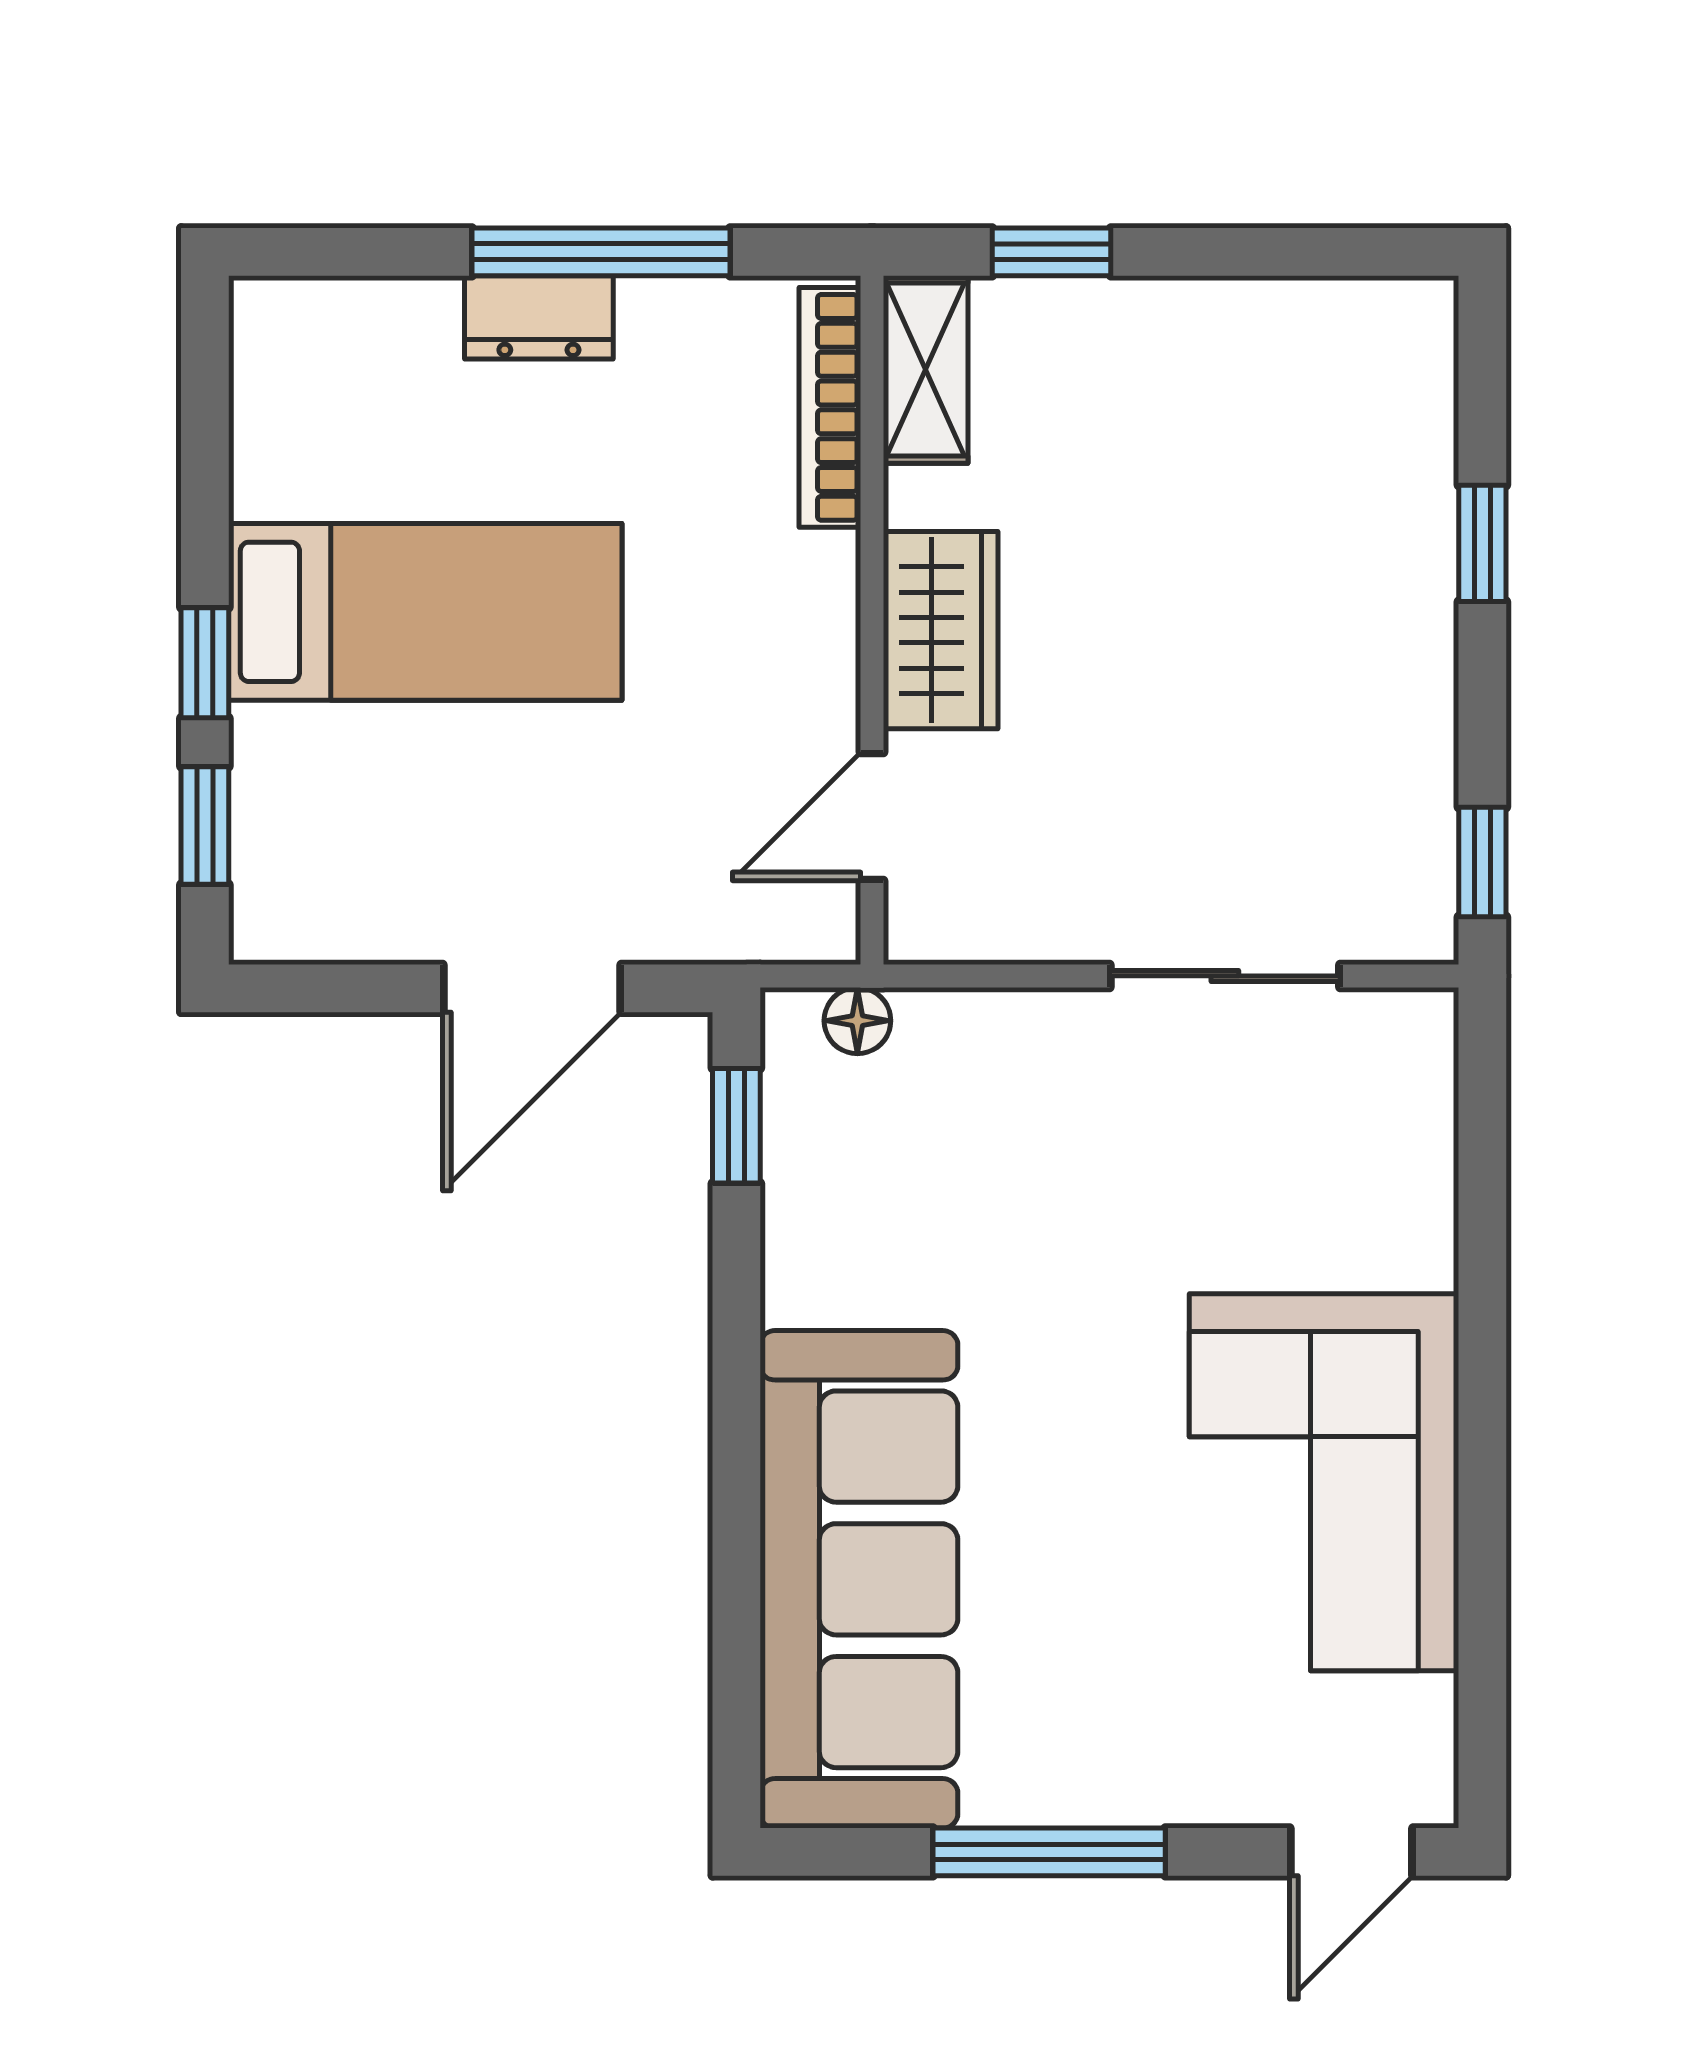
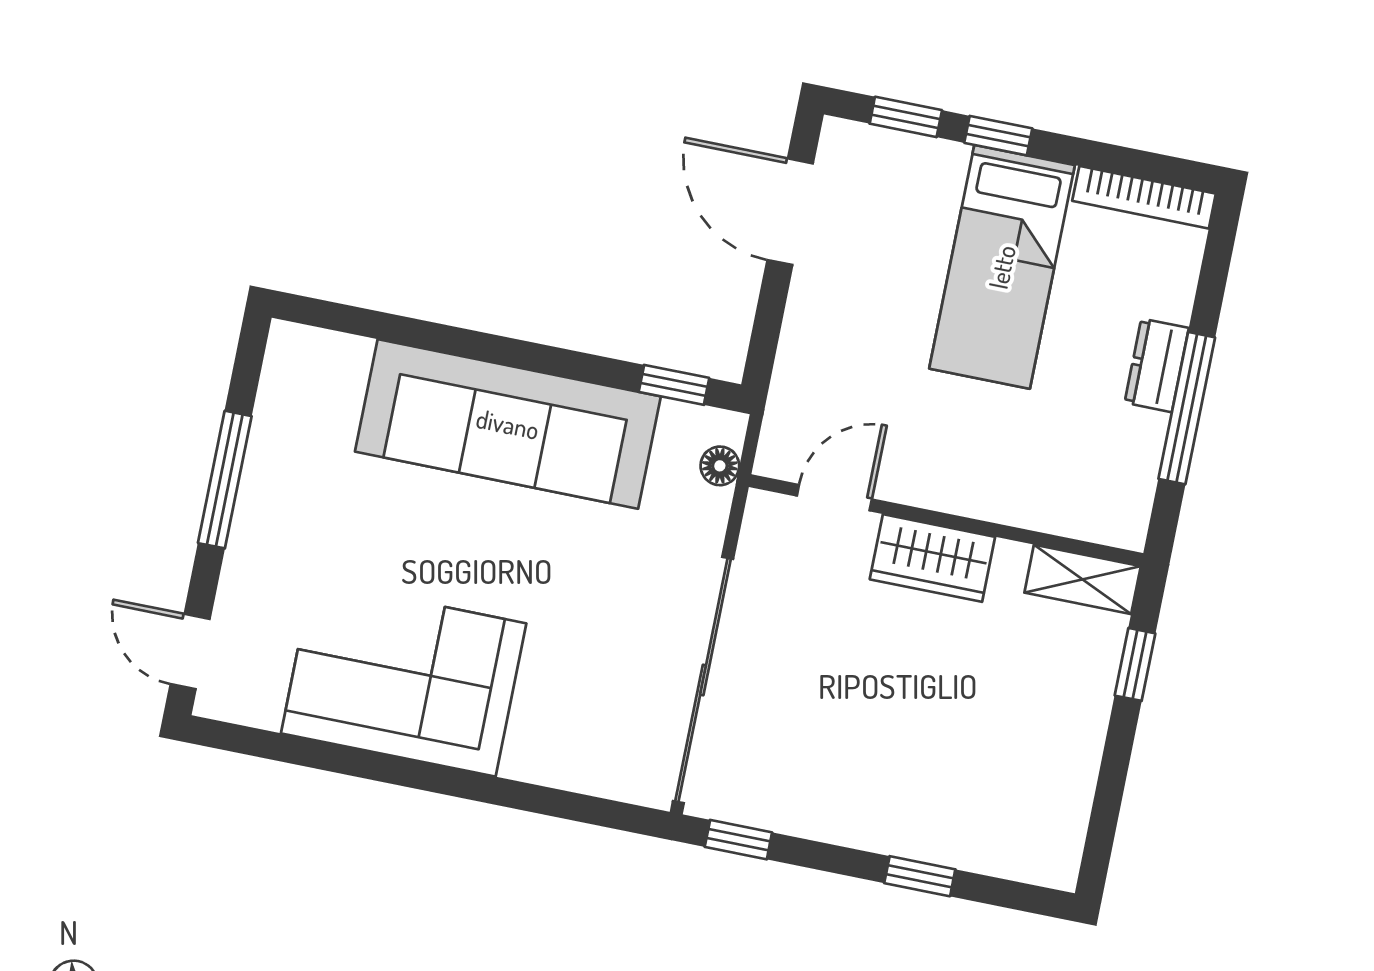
bookcase: (830, 407) -> (1144, 197), moved, turned 180
door: (872, 816) -> (834, 498), hinge flipped
sliding door: (1225, 976) -> (703, 680), width x1.86
door: (532, 988) -> (790, 212), moved
sofa: (859, 1579) -> (508, 424), moved

